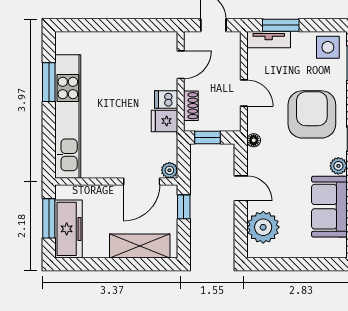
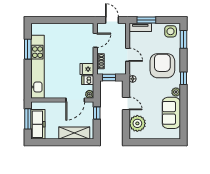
dishwasher: (166, 99) -> (88, 80), moved

